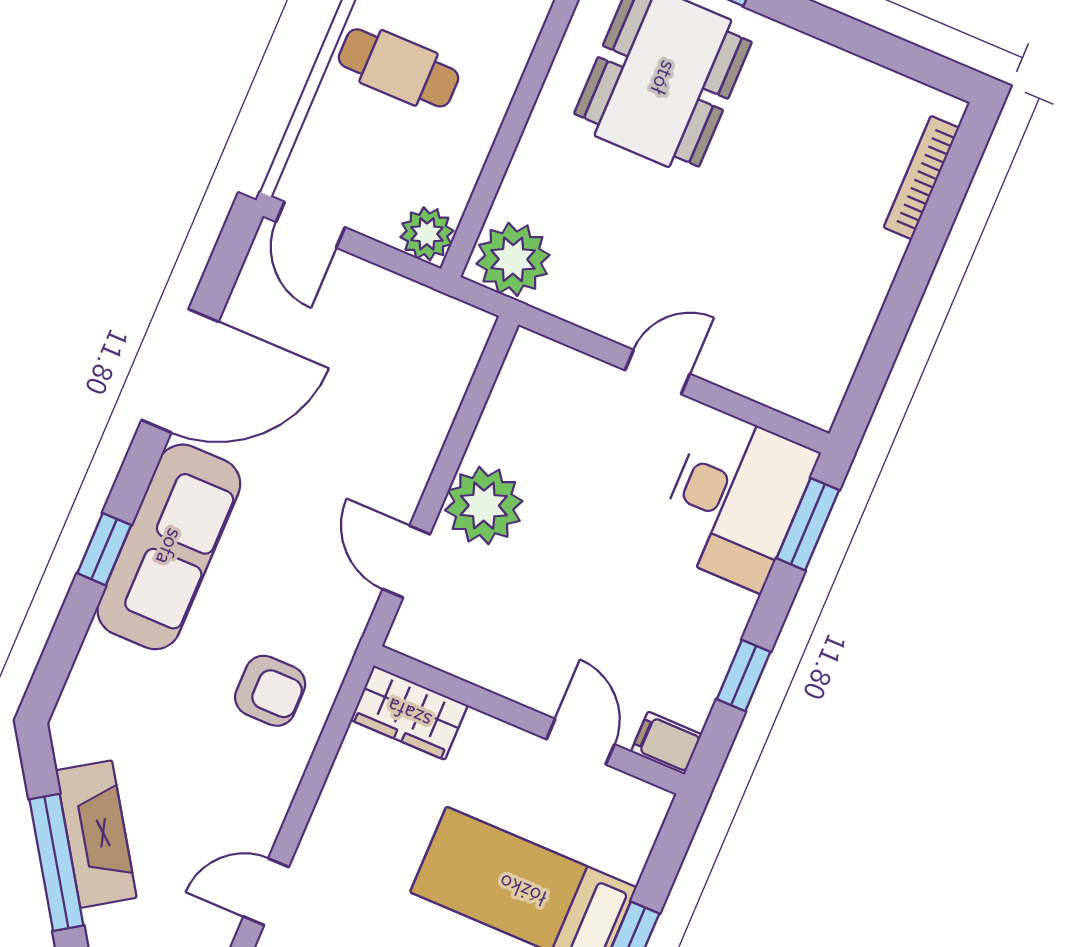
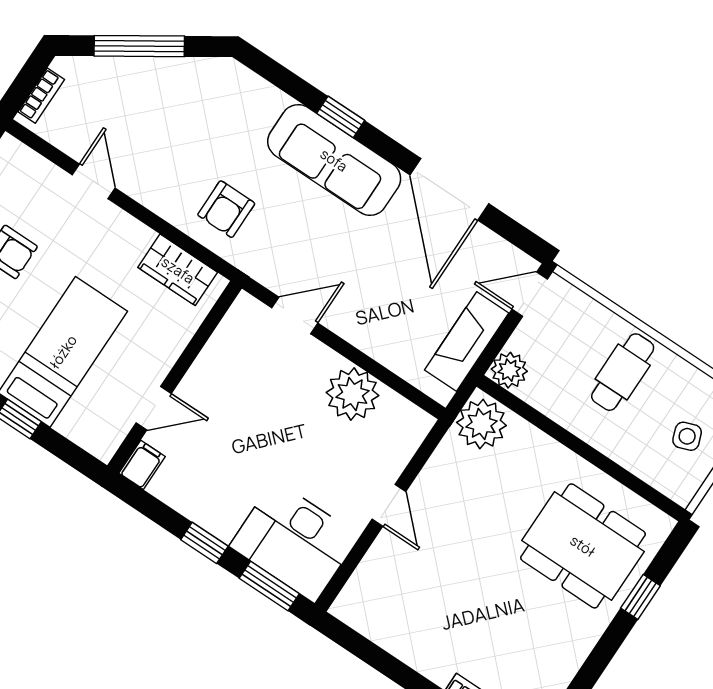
plant: (484, 506) -> (352, 394), moved
window: (744, 676) -> (204, 543), moved
wardrobe: (409, 713) -> (178, 270), moved, turned -90
fireplace: (96, 834) -> (467, 341), moved, turned 123

